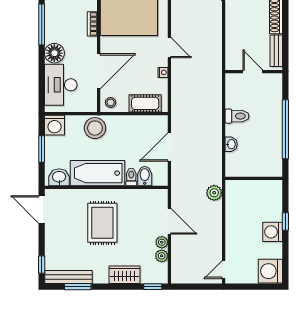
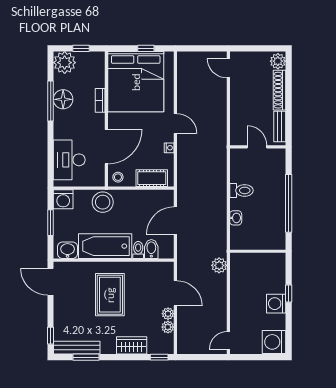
floor lamp: (54, 53) -> (63, 99), moved

